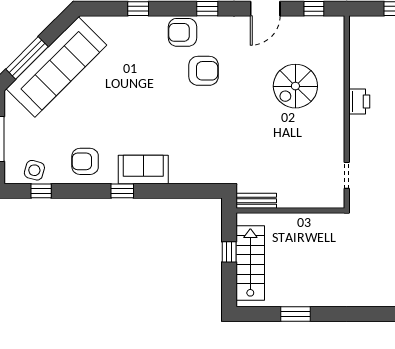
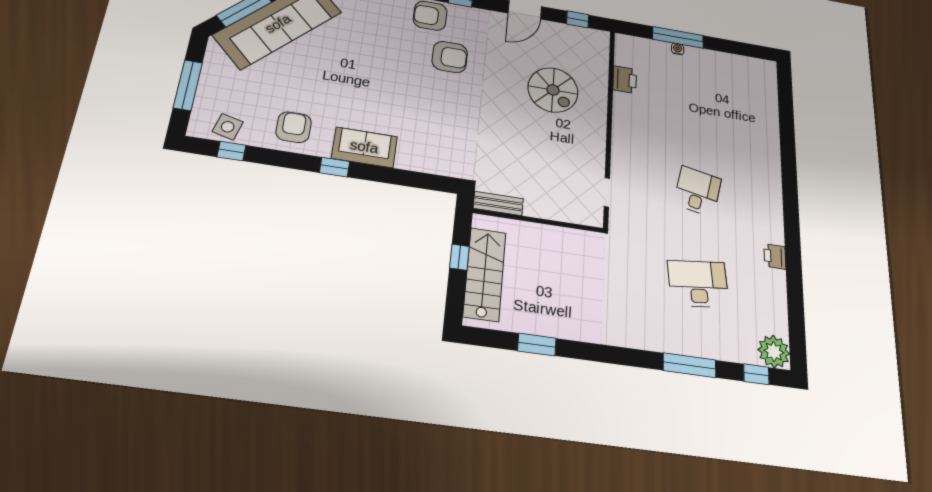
spiral stairs: (295, 86) -> (553, 90), turned -90
printer: (359, 102) -> (625, 80), moved
armchair: (85, 161) -> (294, 127), turned 90

